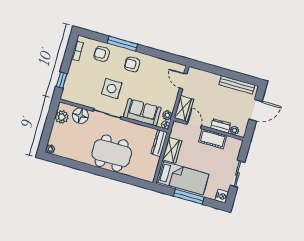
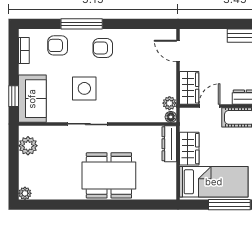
sofa: (142, 112) -> (32, 99), moved, turned 90
floor lamp: (80, 116) -> (53, 137), removed
door: (194, 125) -> (209, 106), hinge flipped

